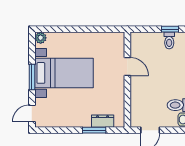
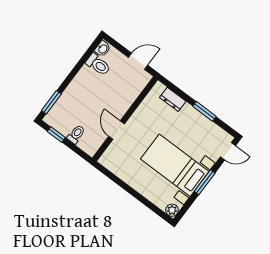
toilet: (169, 40) -> (76, 134), moved
window: (94, 130) -> (205, 111), moved

